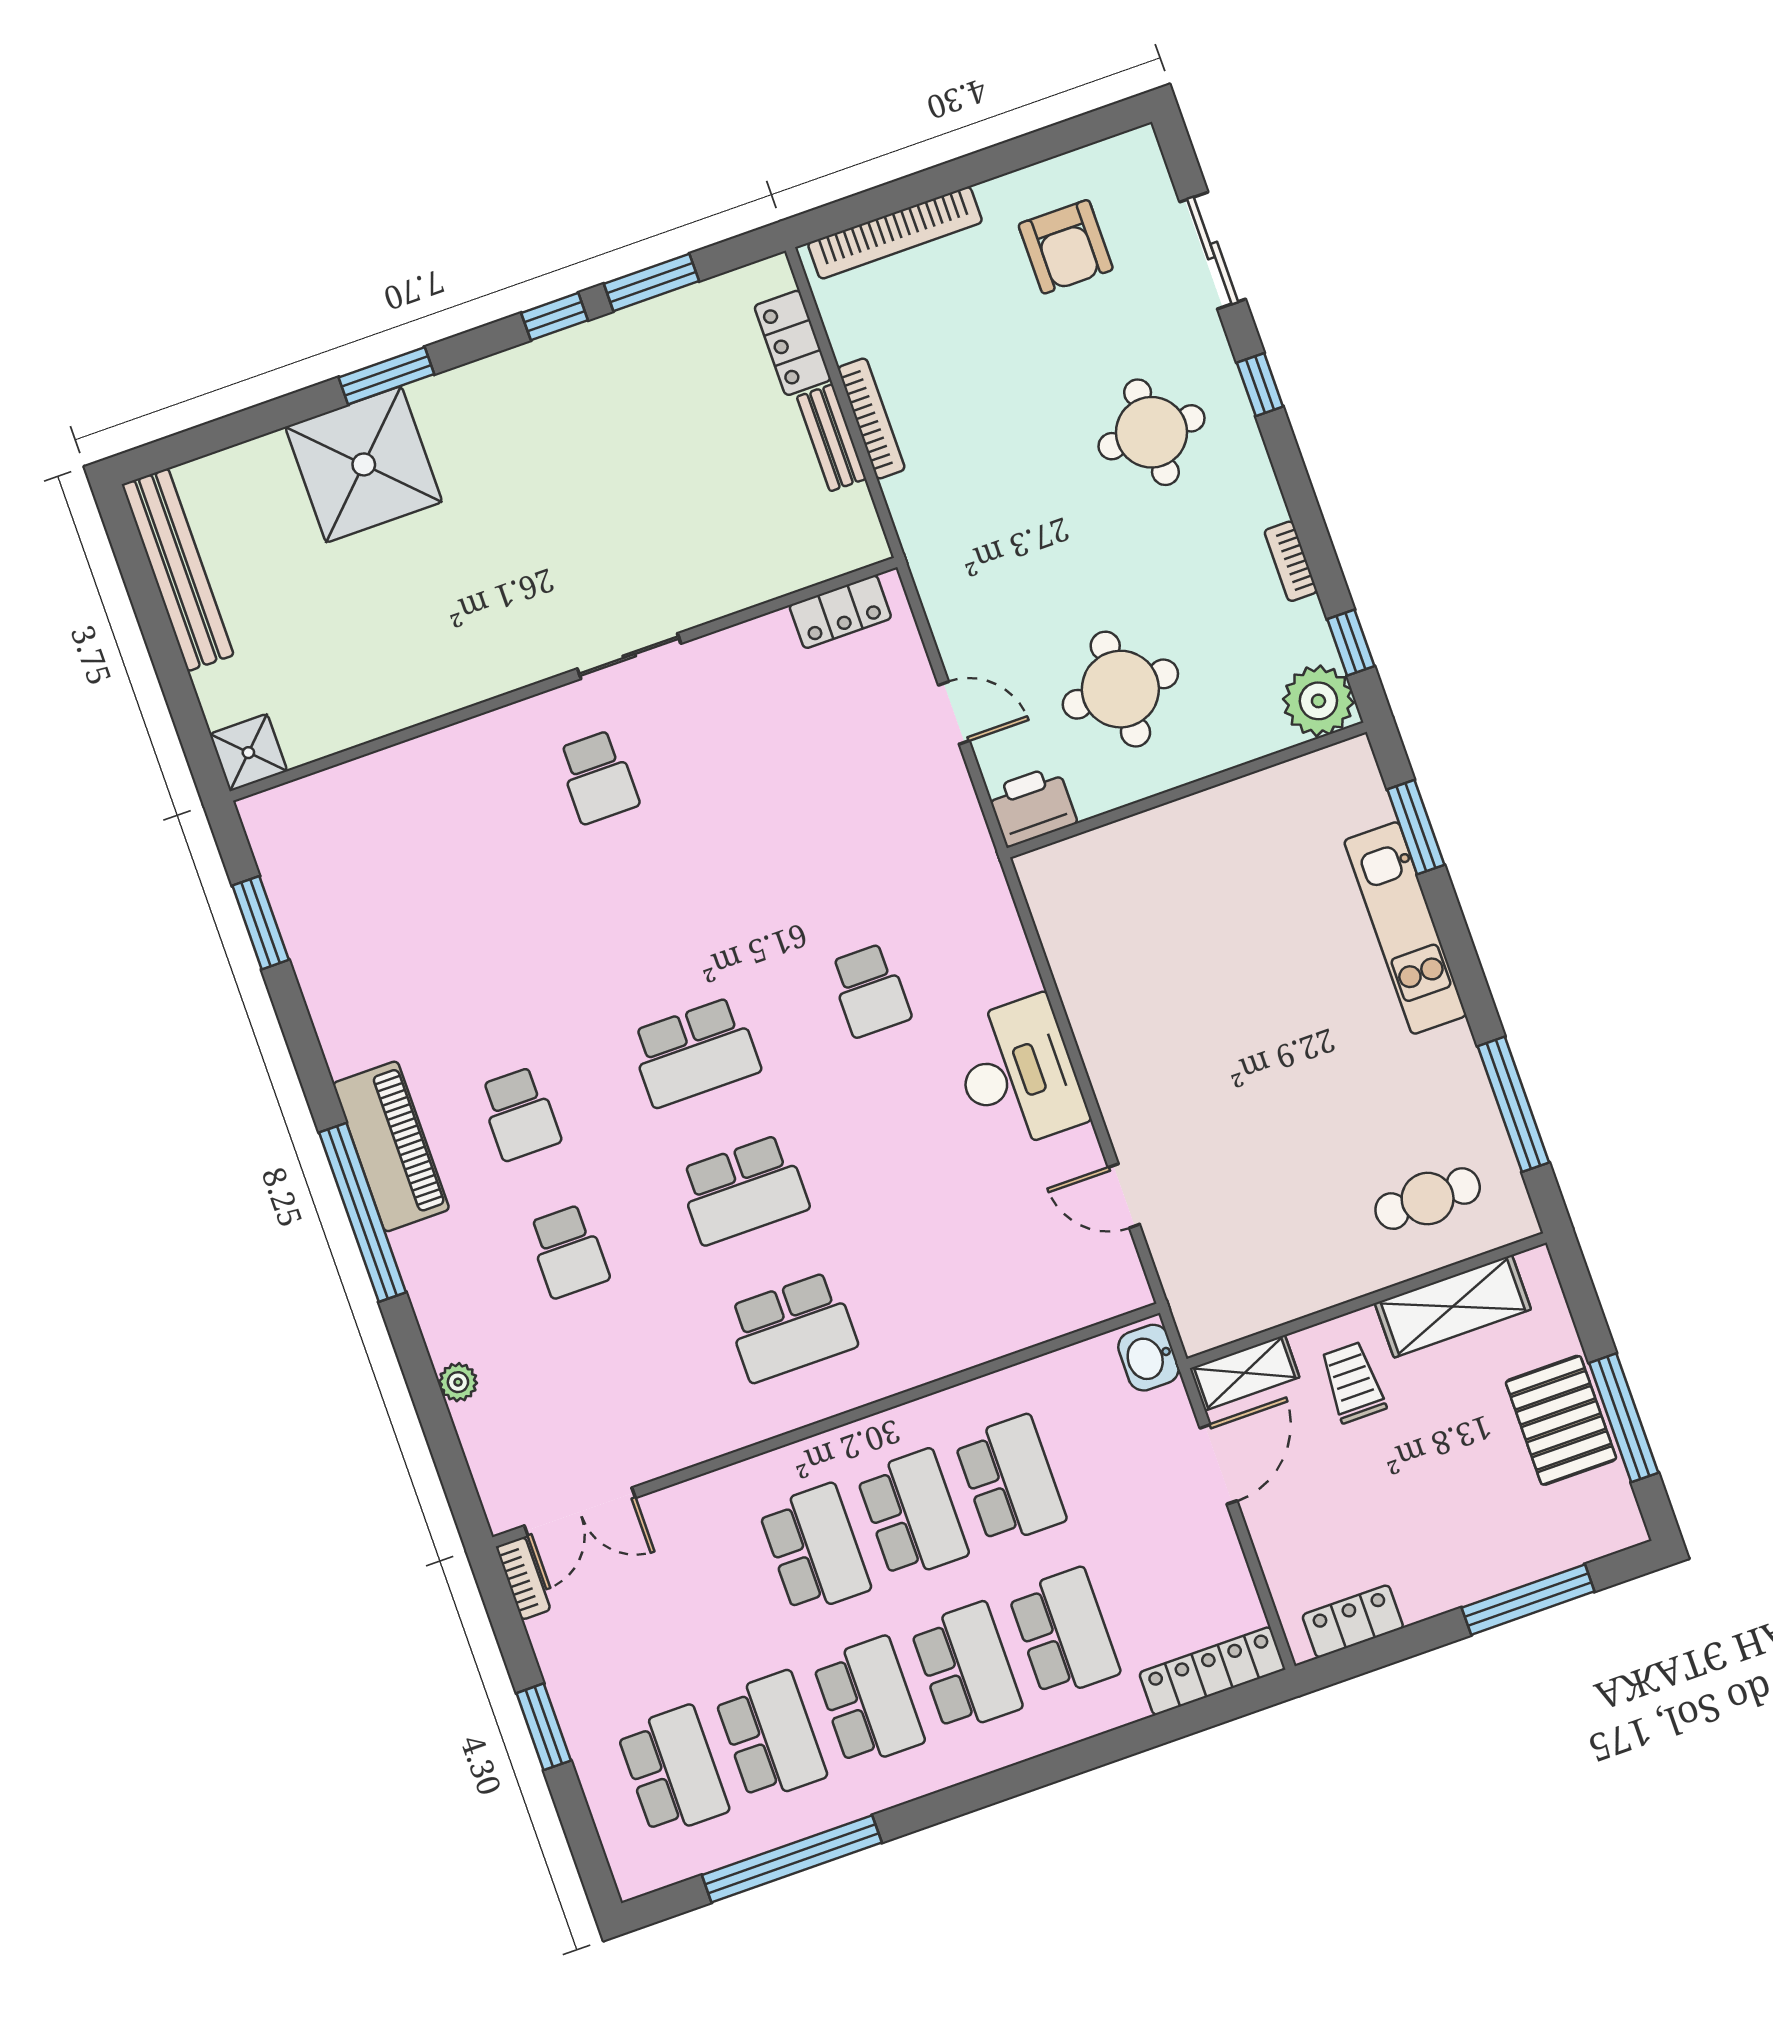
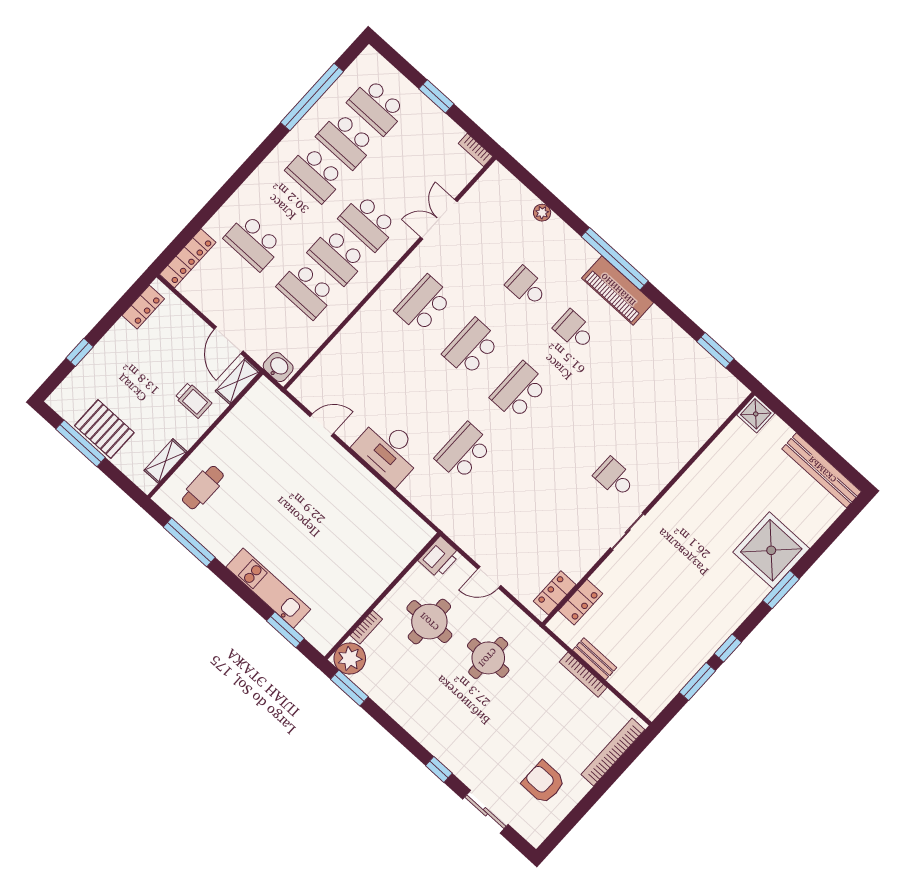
locker: (793, 343) -> (581, 602), moved, turned 90
round table: (1152, 432) -> (488, 658), moved
bookcase: (1291, 561) -> (366, 627), moved, turned 90
window: (1351, 643) -> (349, 688), width x1.50
school desk: (870, 990) -> (464, 452), width x1.85
shelving: (1453, 1306) -> (166, 461), width x0.67, depth x0.75
double door: (580, 1512) -> (439, 219), moved
window: (1528, 1600) -> (80, 352), width x0.46
school desk: (966, 1667) -> (284, 208), removed

